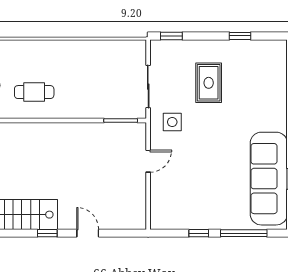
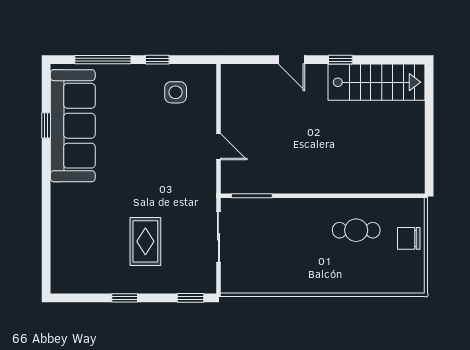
window: (240, 36) -> (125, 298), moved
side table: (172, 122) -> (176, 92), moved
door: (148, 161) -> (218, 147), swing flipped

